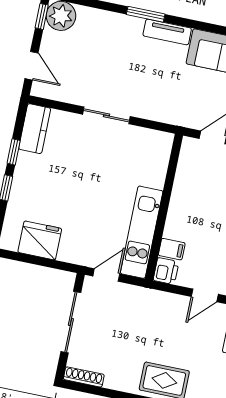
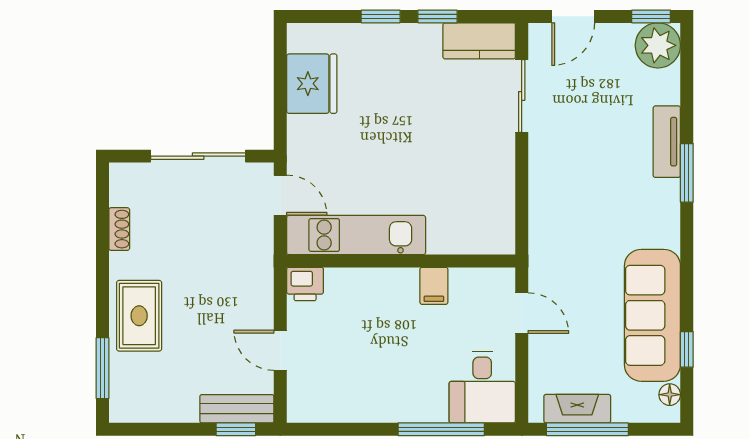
tv unit: (167, 32) -> (667, 142), moved
sliding door: (106, 115) -> (522, 96), moved
filing cabinet: (172, 249) -> (434, 286), moved
shoe rack: (84, 377) -> (119, 229), moved, width x0.70

